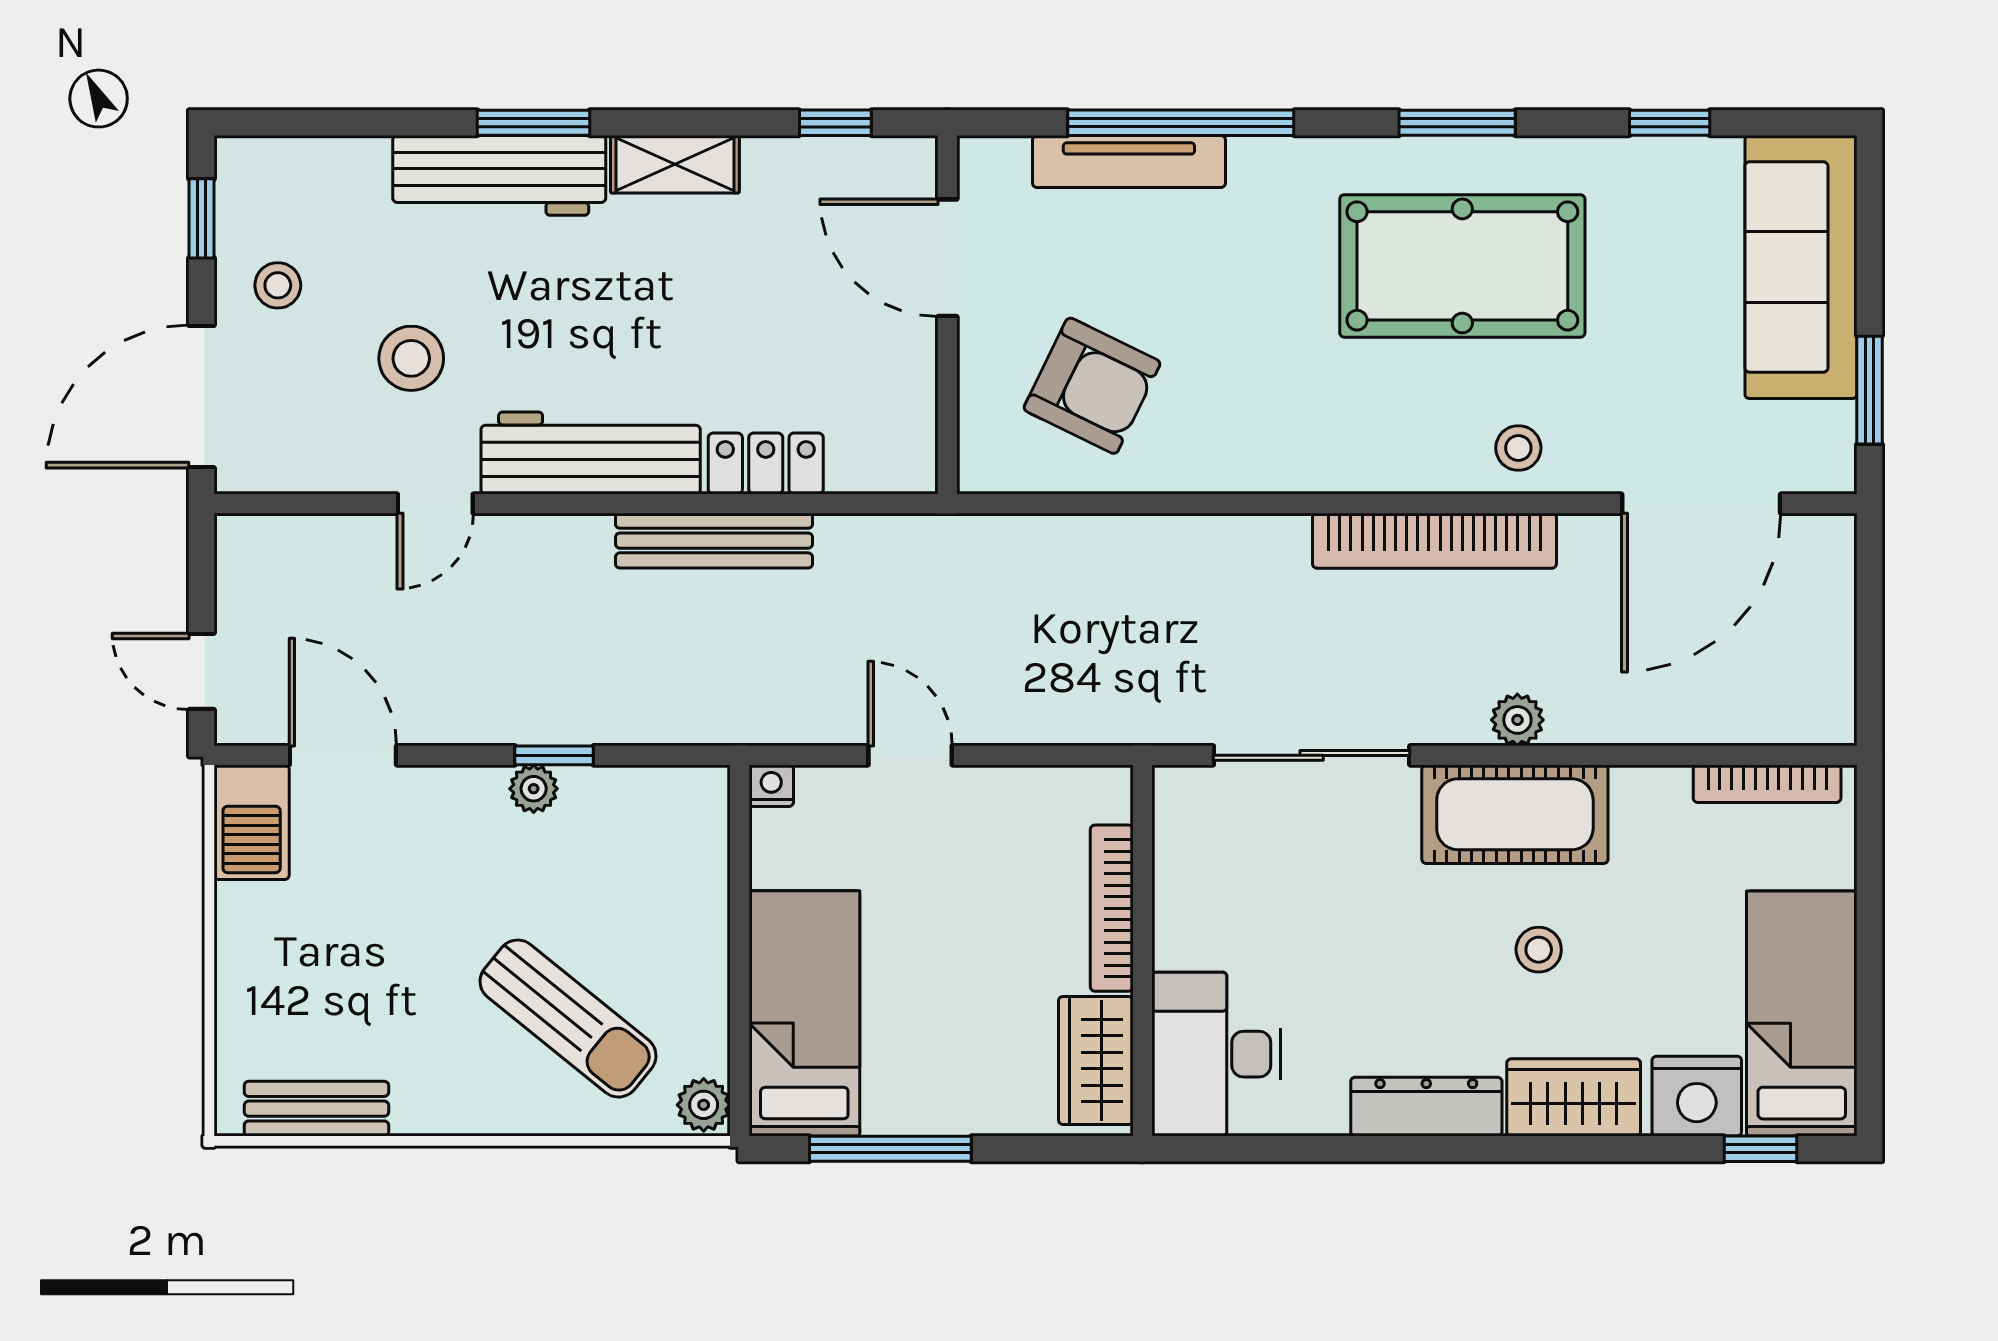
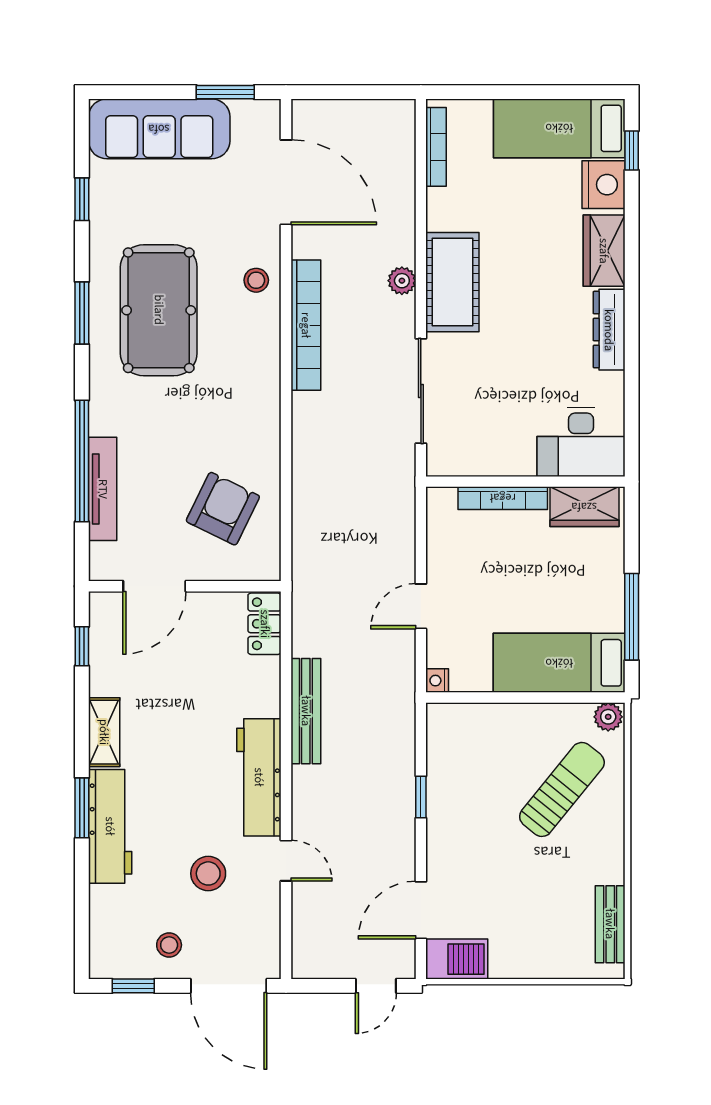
locker: (766, 464) -> (265, 624), moved
plant: (534, 789) -> (439, 808), removed
stool: (1539, 950) -> (525, 269), removed

